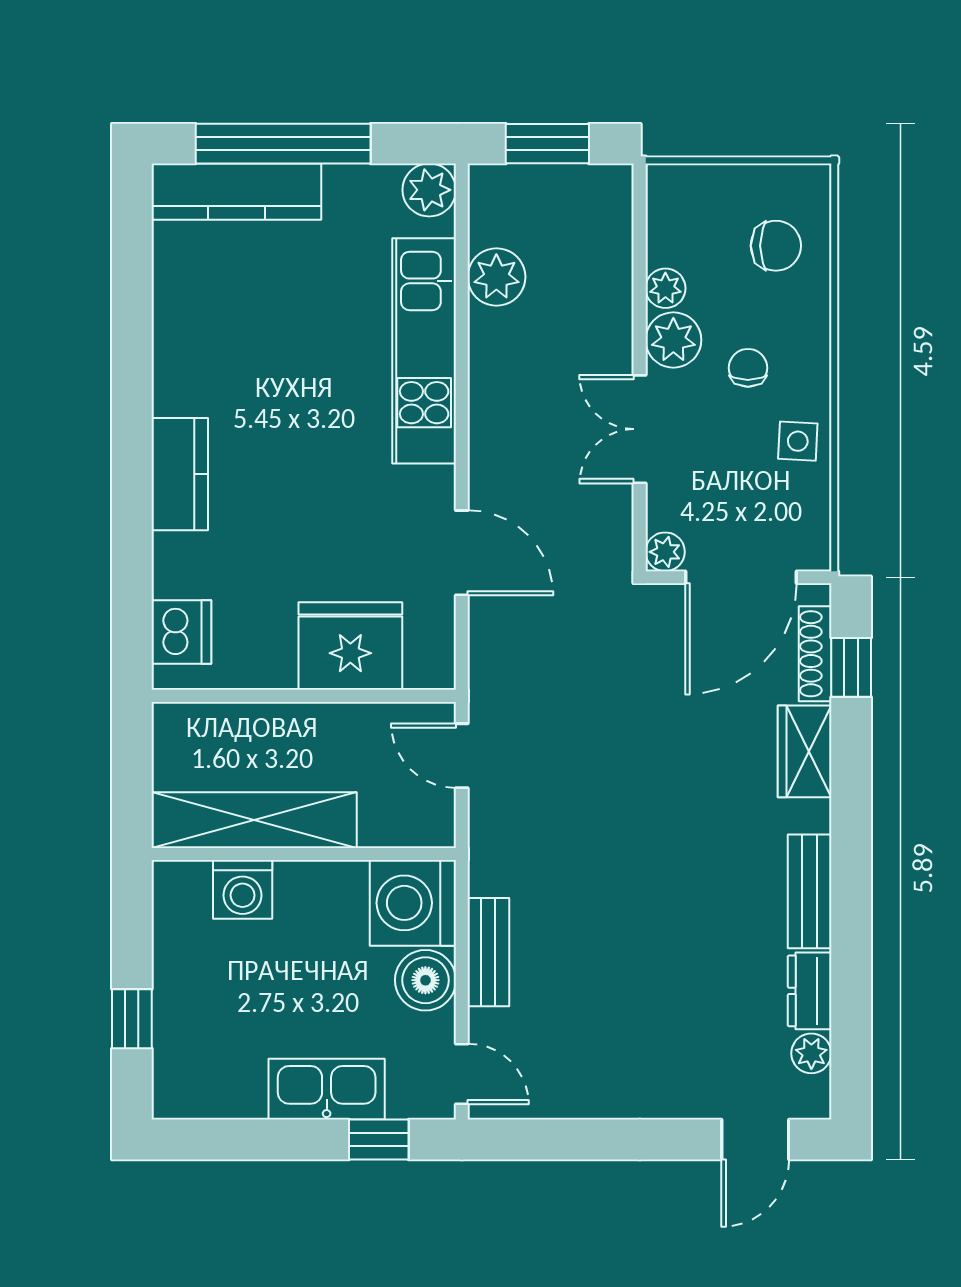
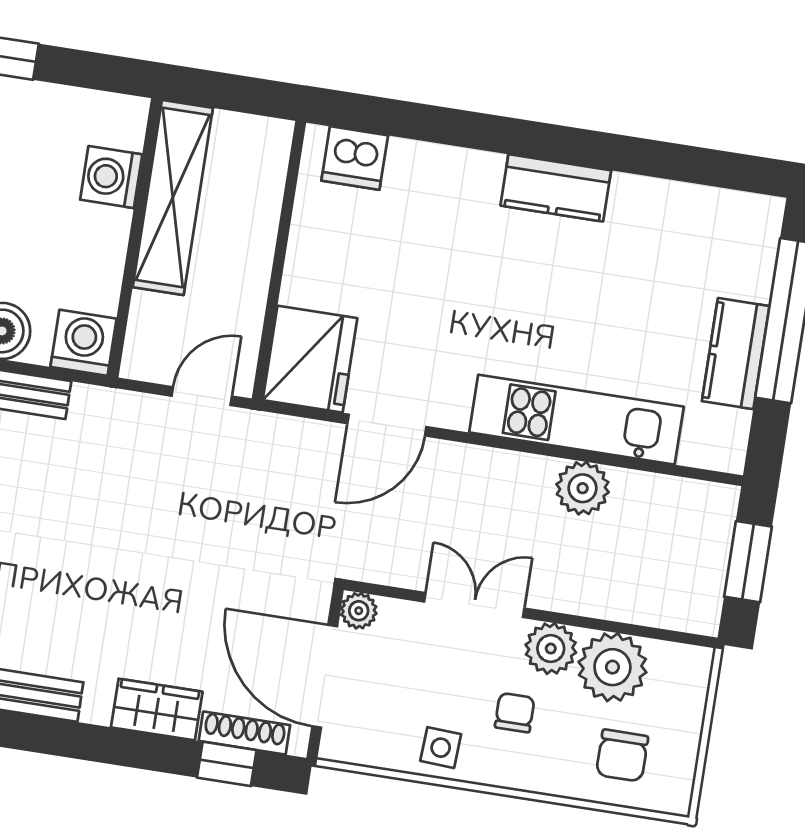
plant: (429, 190) -> (723, 447), removed
kitchen counter: (236, 192) -> (736, 354), moved, width x0.67
plant: (496, 277) -> (583, 488), moved
plant: (665, 288) -> (612, 667), width x1.88, depth x1.88
chair: (748, 368) -> (515, 713), turned -90
kitchen counter: (180, 474) -> (556, 188), moved
fridge: (350, 646) -> (310, 359), moved
washing machine: (413, 903) -> (83, 343), width x0.73, depth x0.73

